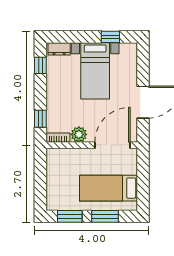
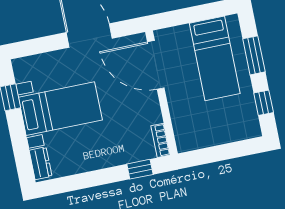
window: (40, 65) -> (68, 184), removed
plant: (79, 134) -> (151, 113), removed
window: (70, 216) -> (264, 103), width x0.67

